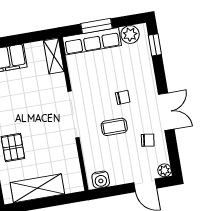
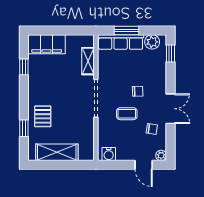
shelving: (54, 56) -> (88, 61), moved

